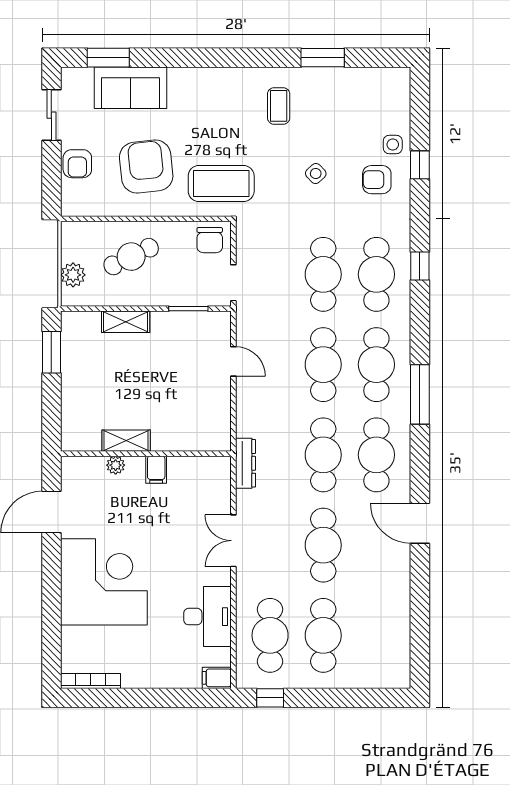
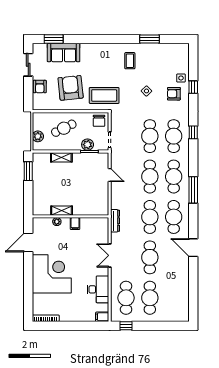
plant: (184, 293) -> (88, 145), added

